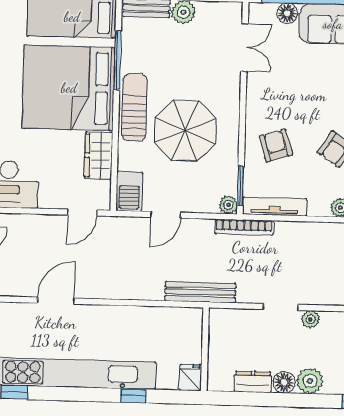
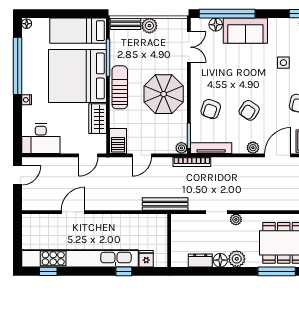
parasol: (185, 131) -> (164, 94), moved
armchair: (276, 145) -> (211, 109), turned -144
fridge: (190, 378) -> (146, 259), moved

